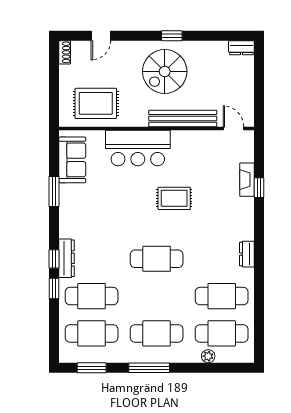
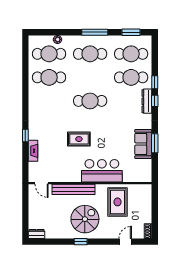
rug: (96, 103) -> (117, 202), moved, turned 90
sofa: (72, 160) -> (143, 144), moved
window: (259, 188) -> (25, 136), moved
dresser: (247, 254) -> (33, 104), removed

